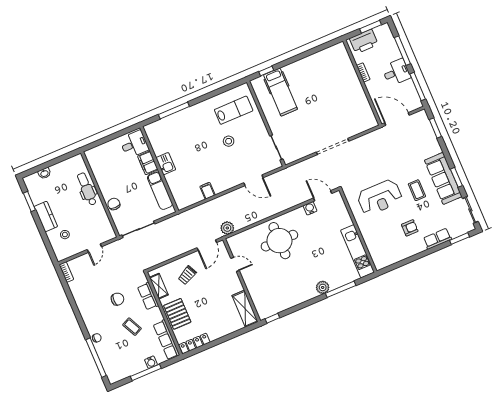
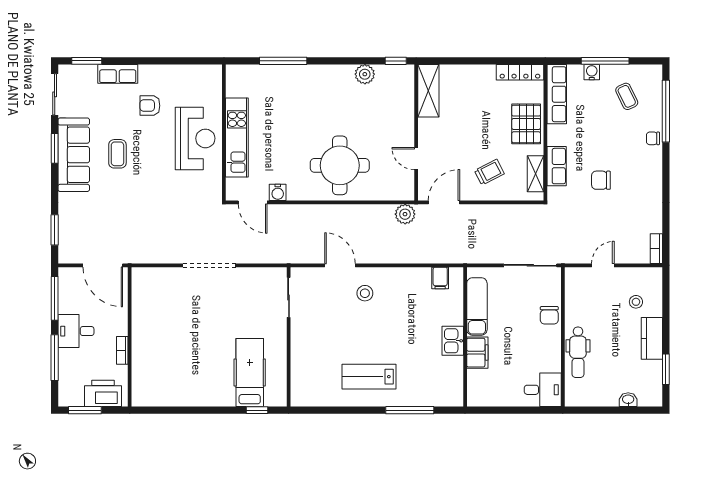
lab bench: (234, 110) -> (369, 377), moved
stool: (229, 141) -> (365, 293), moved
desk: (134, 144) -> (543, 390), moved, turned 180
filing cabinet: (207, 191) -> (440, 278), moved
reception desk: (380, 197) -> (195, 138), moved, turned 90
kitchen unit: (357, 251) -> (237, 138), moved
plant: (323, 287) -> (365, 74), moved
coffee table: (132, 327) -> (627, 96), moved

